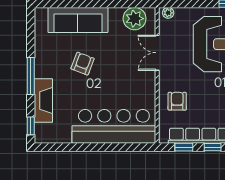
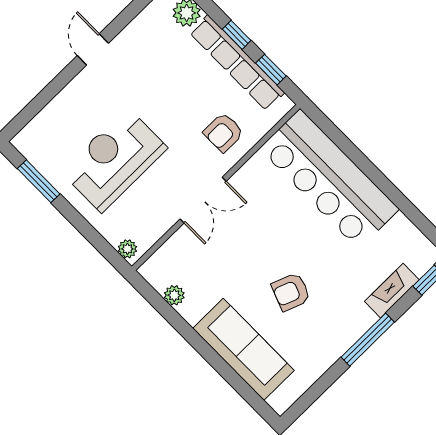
plant: (135, 19) -> (174, 295), width x0.53, depth x0.53
double door: (157, 53) -> (203, 200), moved
fireplace: (43, 101) -> (392, 291), width x0.73, depth x0.76

